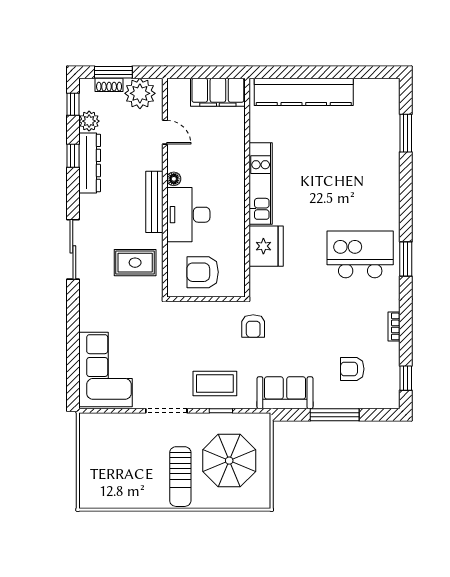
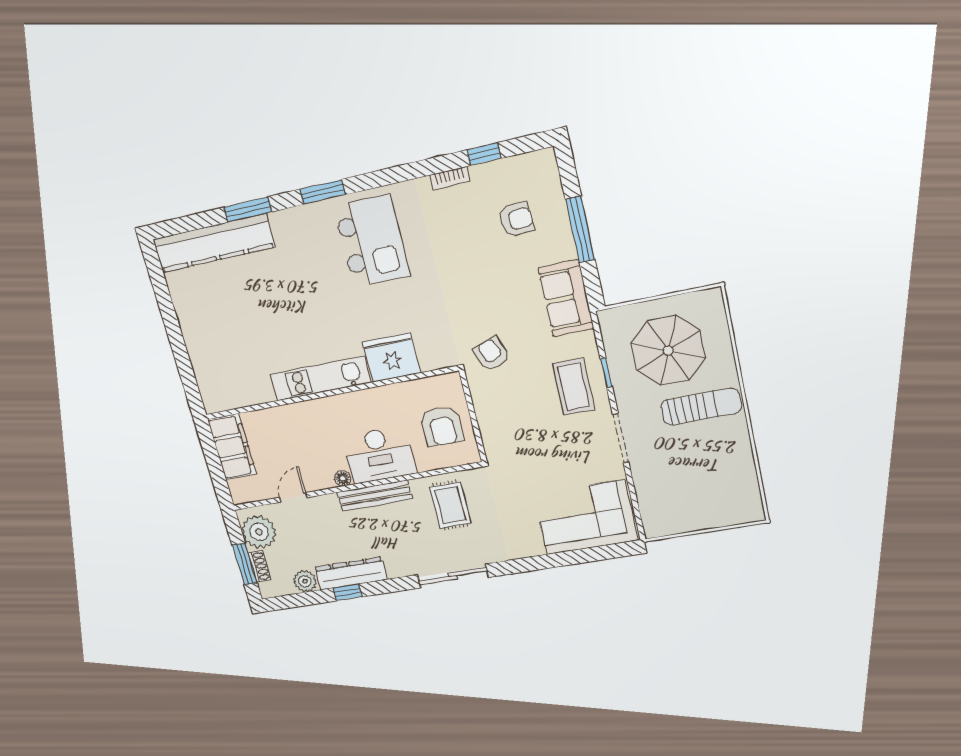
kitchen counter: (304, 92) -> (214, 243), moved, turned 90
window: (73, 104) -> (292, 601), removed
window: (406, 133) -> (248, 209), moved
kitchen island: (360, 254) -> (372, 241), turned 180
window: (406, 259) -> (322, 192), moved
armchair: (253, 326) -> (492, 354), turned -110
armchair: (352, 369) -> (516, 220), turned -94
window: (406, 378) -> (484, 154), moved

